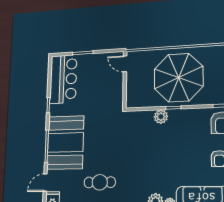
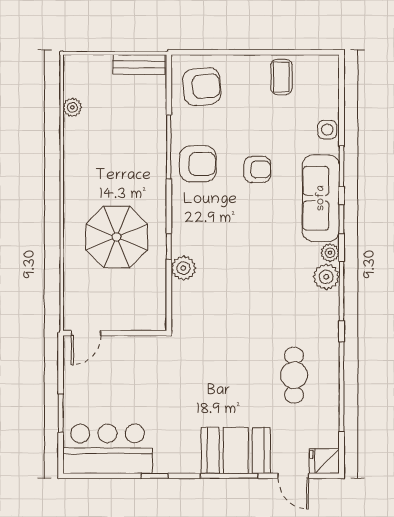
parasol: (179, 78) -> (117, 237), width x0.73, depth x0.73
booth: (65, 142) -> (236, 450), width x0.73, depth x0.70

